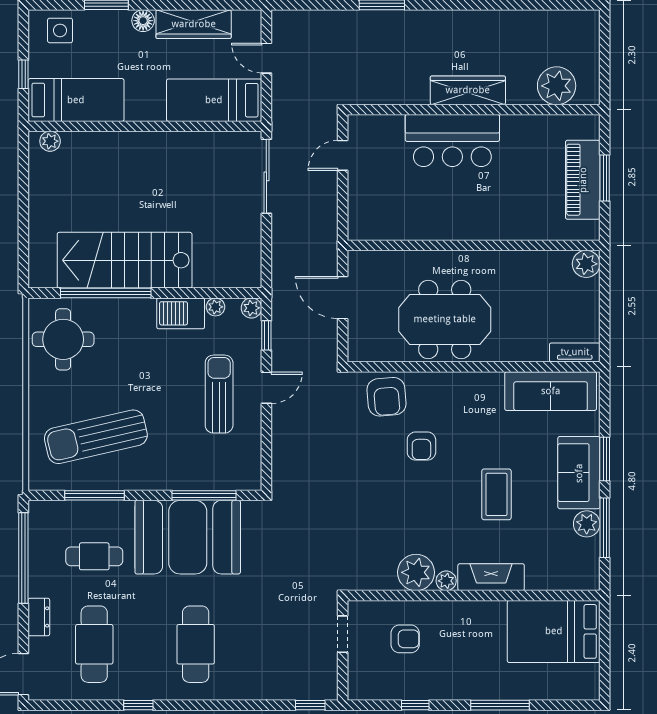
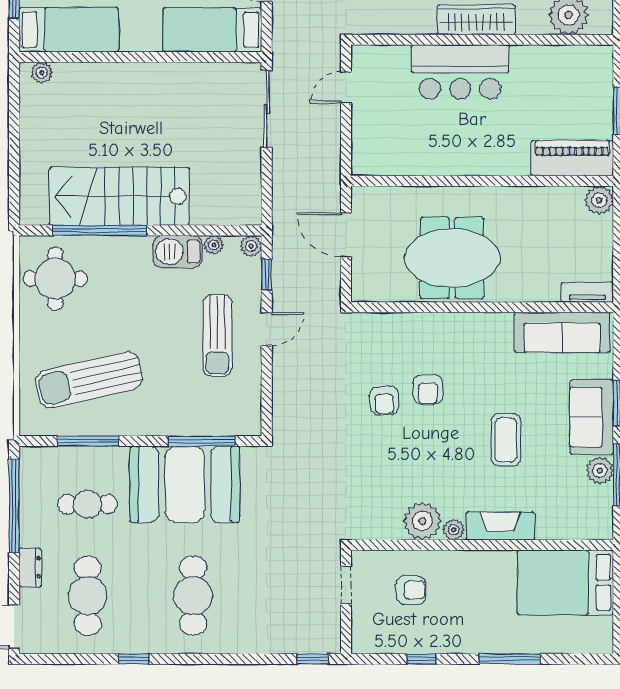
piano: (583, 180) -> (572, 158), moved, turned 90
sun lounger: (219, 394) -> (217, 336), turned 180
armchair: (387, 397) -> (384, 401), moved, width x0.72, depth x0.72

